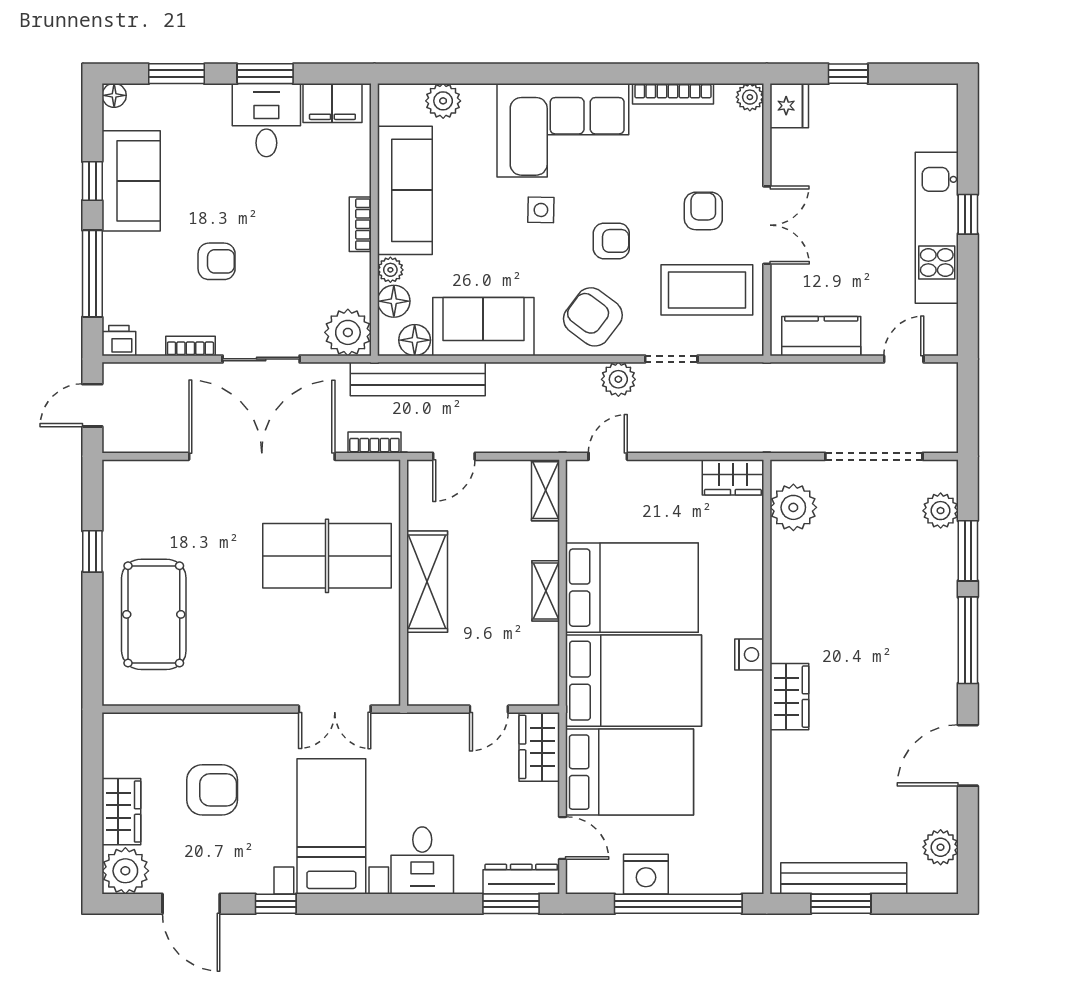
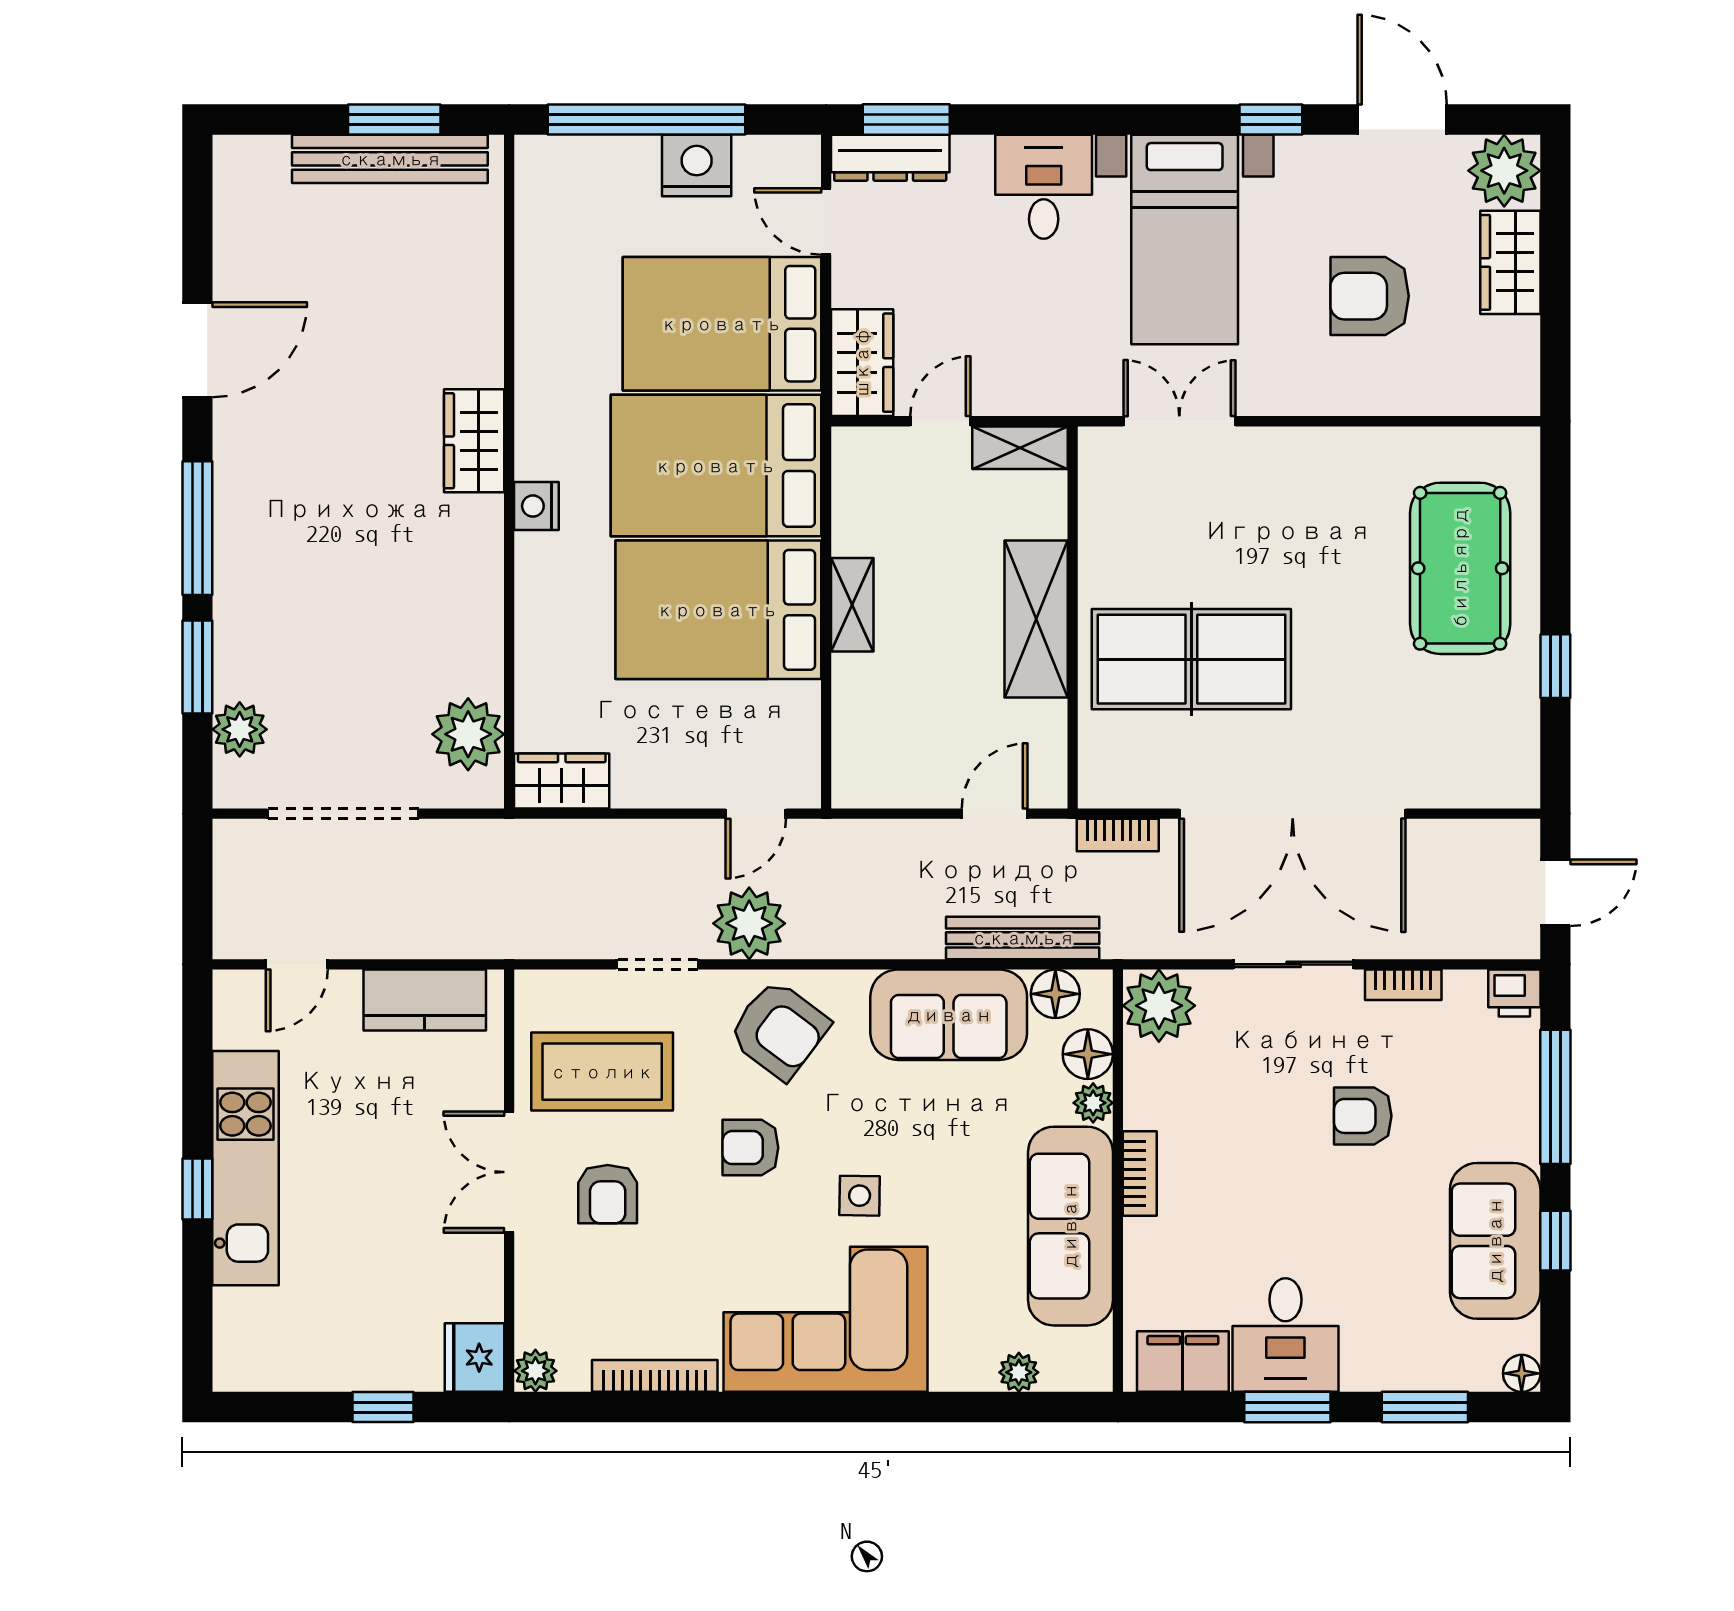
plant: (443, 101) -> (1019, 1372), width x0.73, depth x0.73
bench: (418, 379) -> (1023, 938), width x0.73, depth x0.82
plant: (618, 379) -> (749, 923), width x1.36, depth x1.36
shelving: (545, 490) -> (1020, 448), moved, turned 90
plant: (941, 847) -> (240, 207), removed

